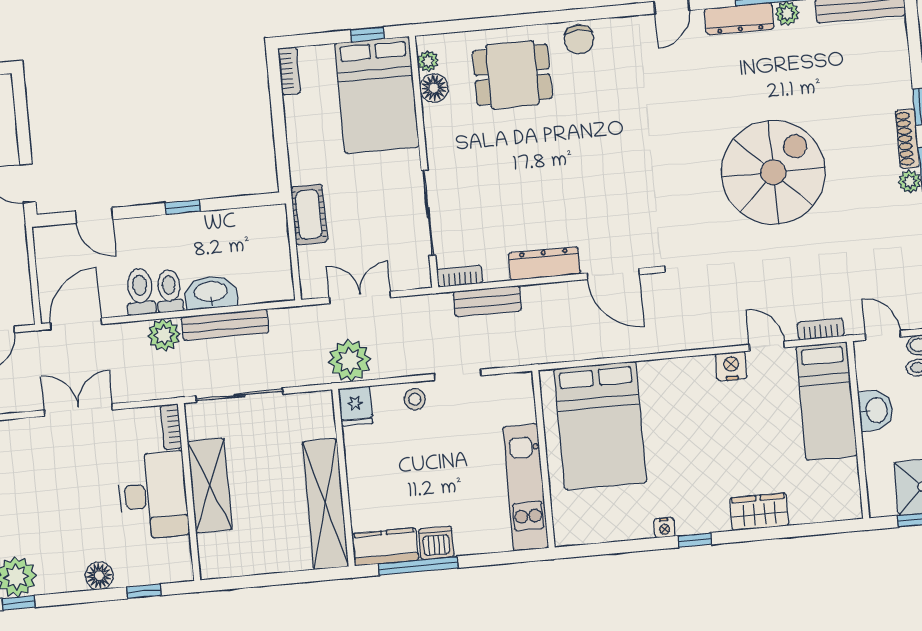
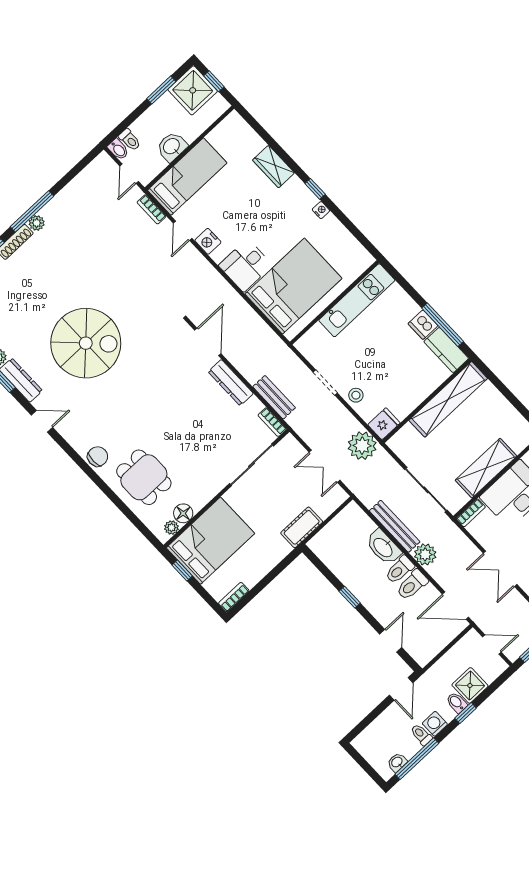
spiral stairs: (773, 172) -> (86, 343), moved, turned 180
desk: (669, 388) -> (246, 265), added

